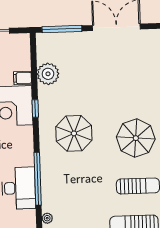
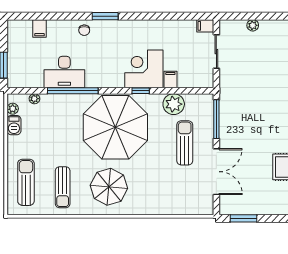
sun lounger: (88, 61) -> (185, 143), added
parasol: (74, 133) -> (115, 127), width x1.86, depth x1.86

